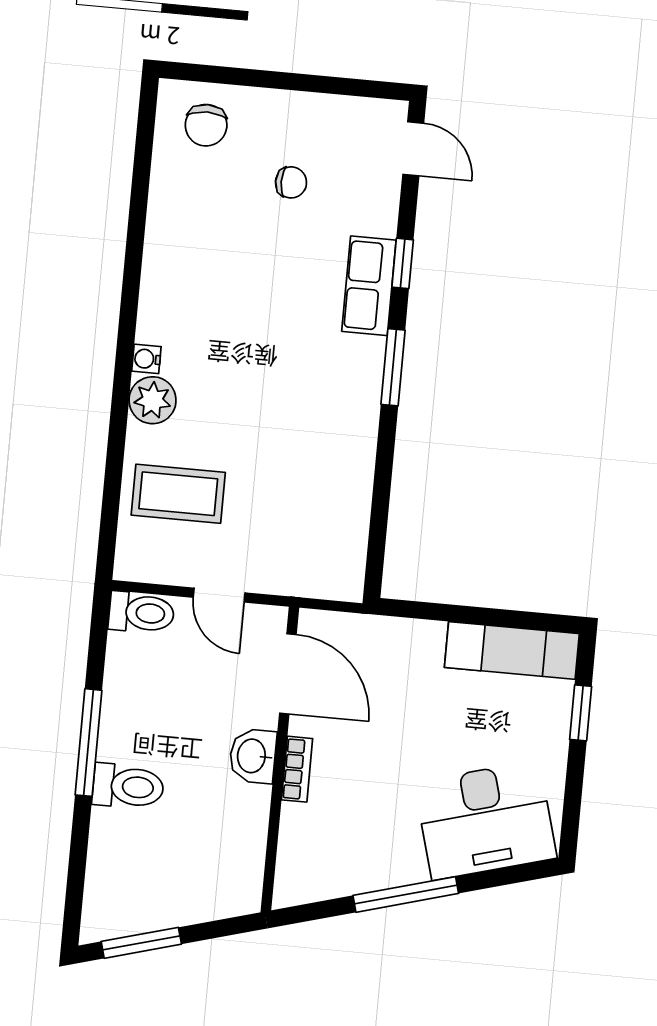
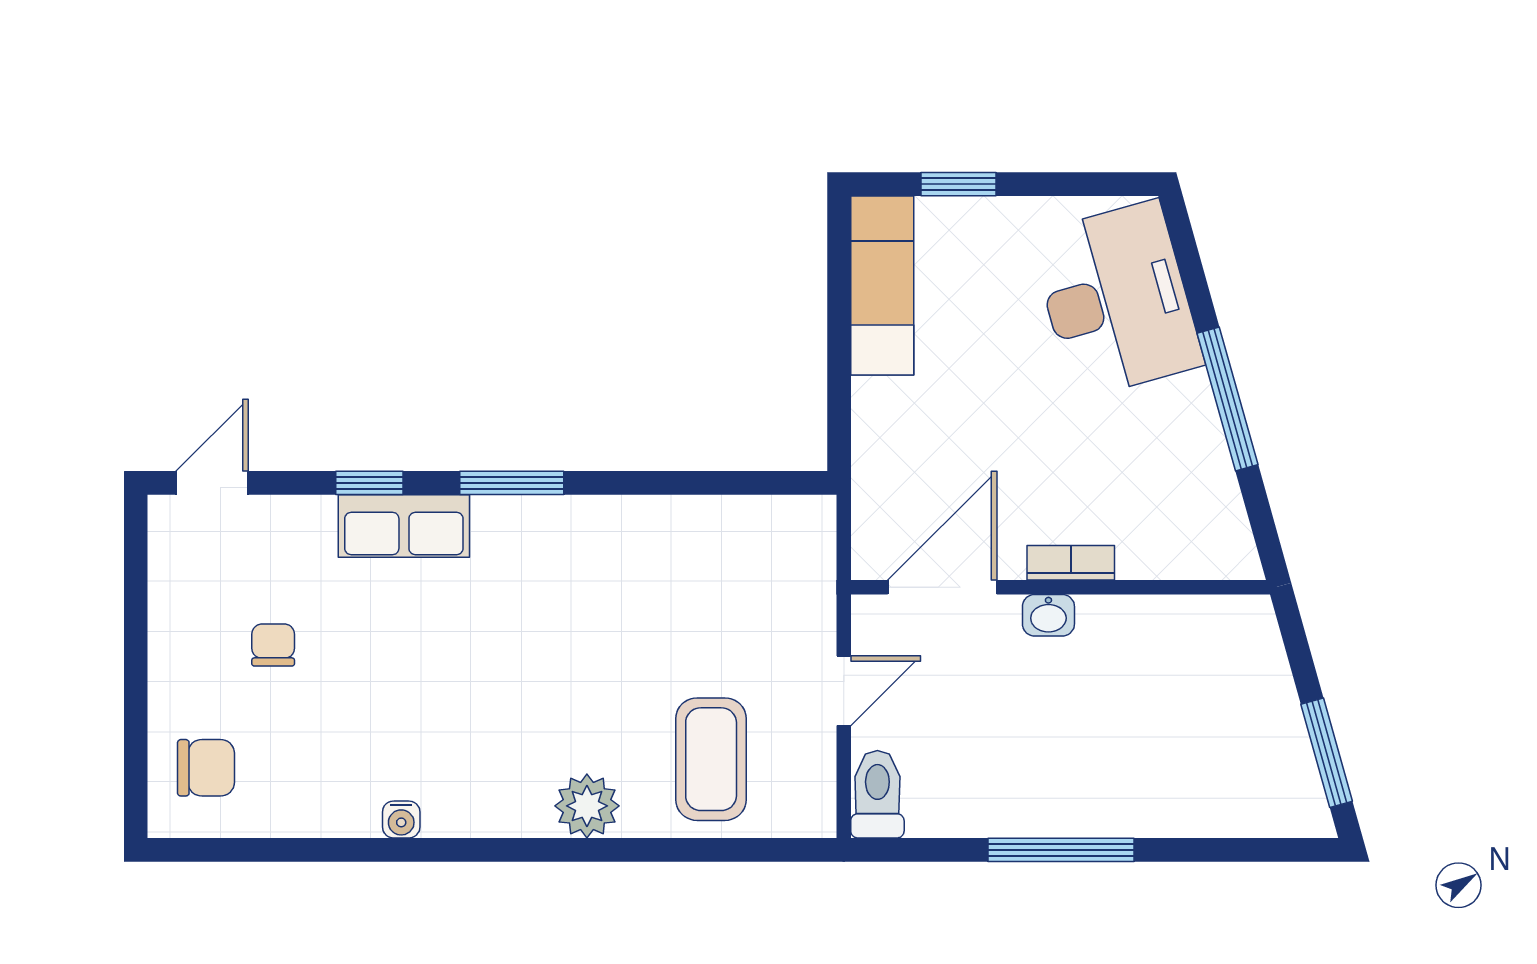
water cooler: (146, 359) -> (401, 819), moved
washbasin: (253, 756) -> (1048, 615), width x0.72, depth x0.69
toilet: (128, 786) -> (1116, 790), removed

